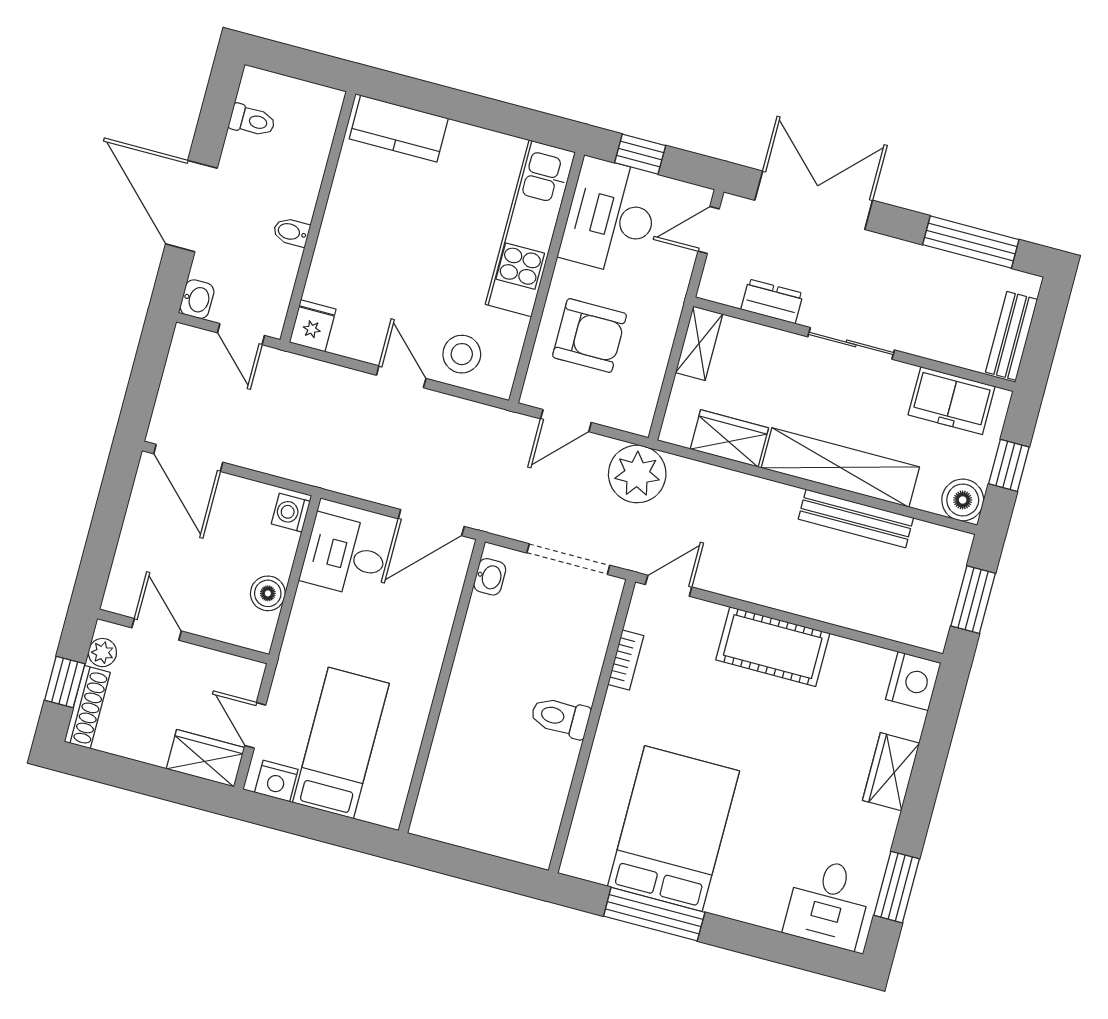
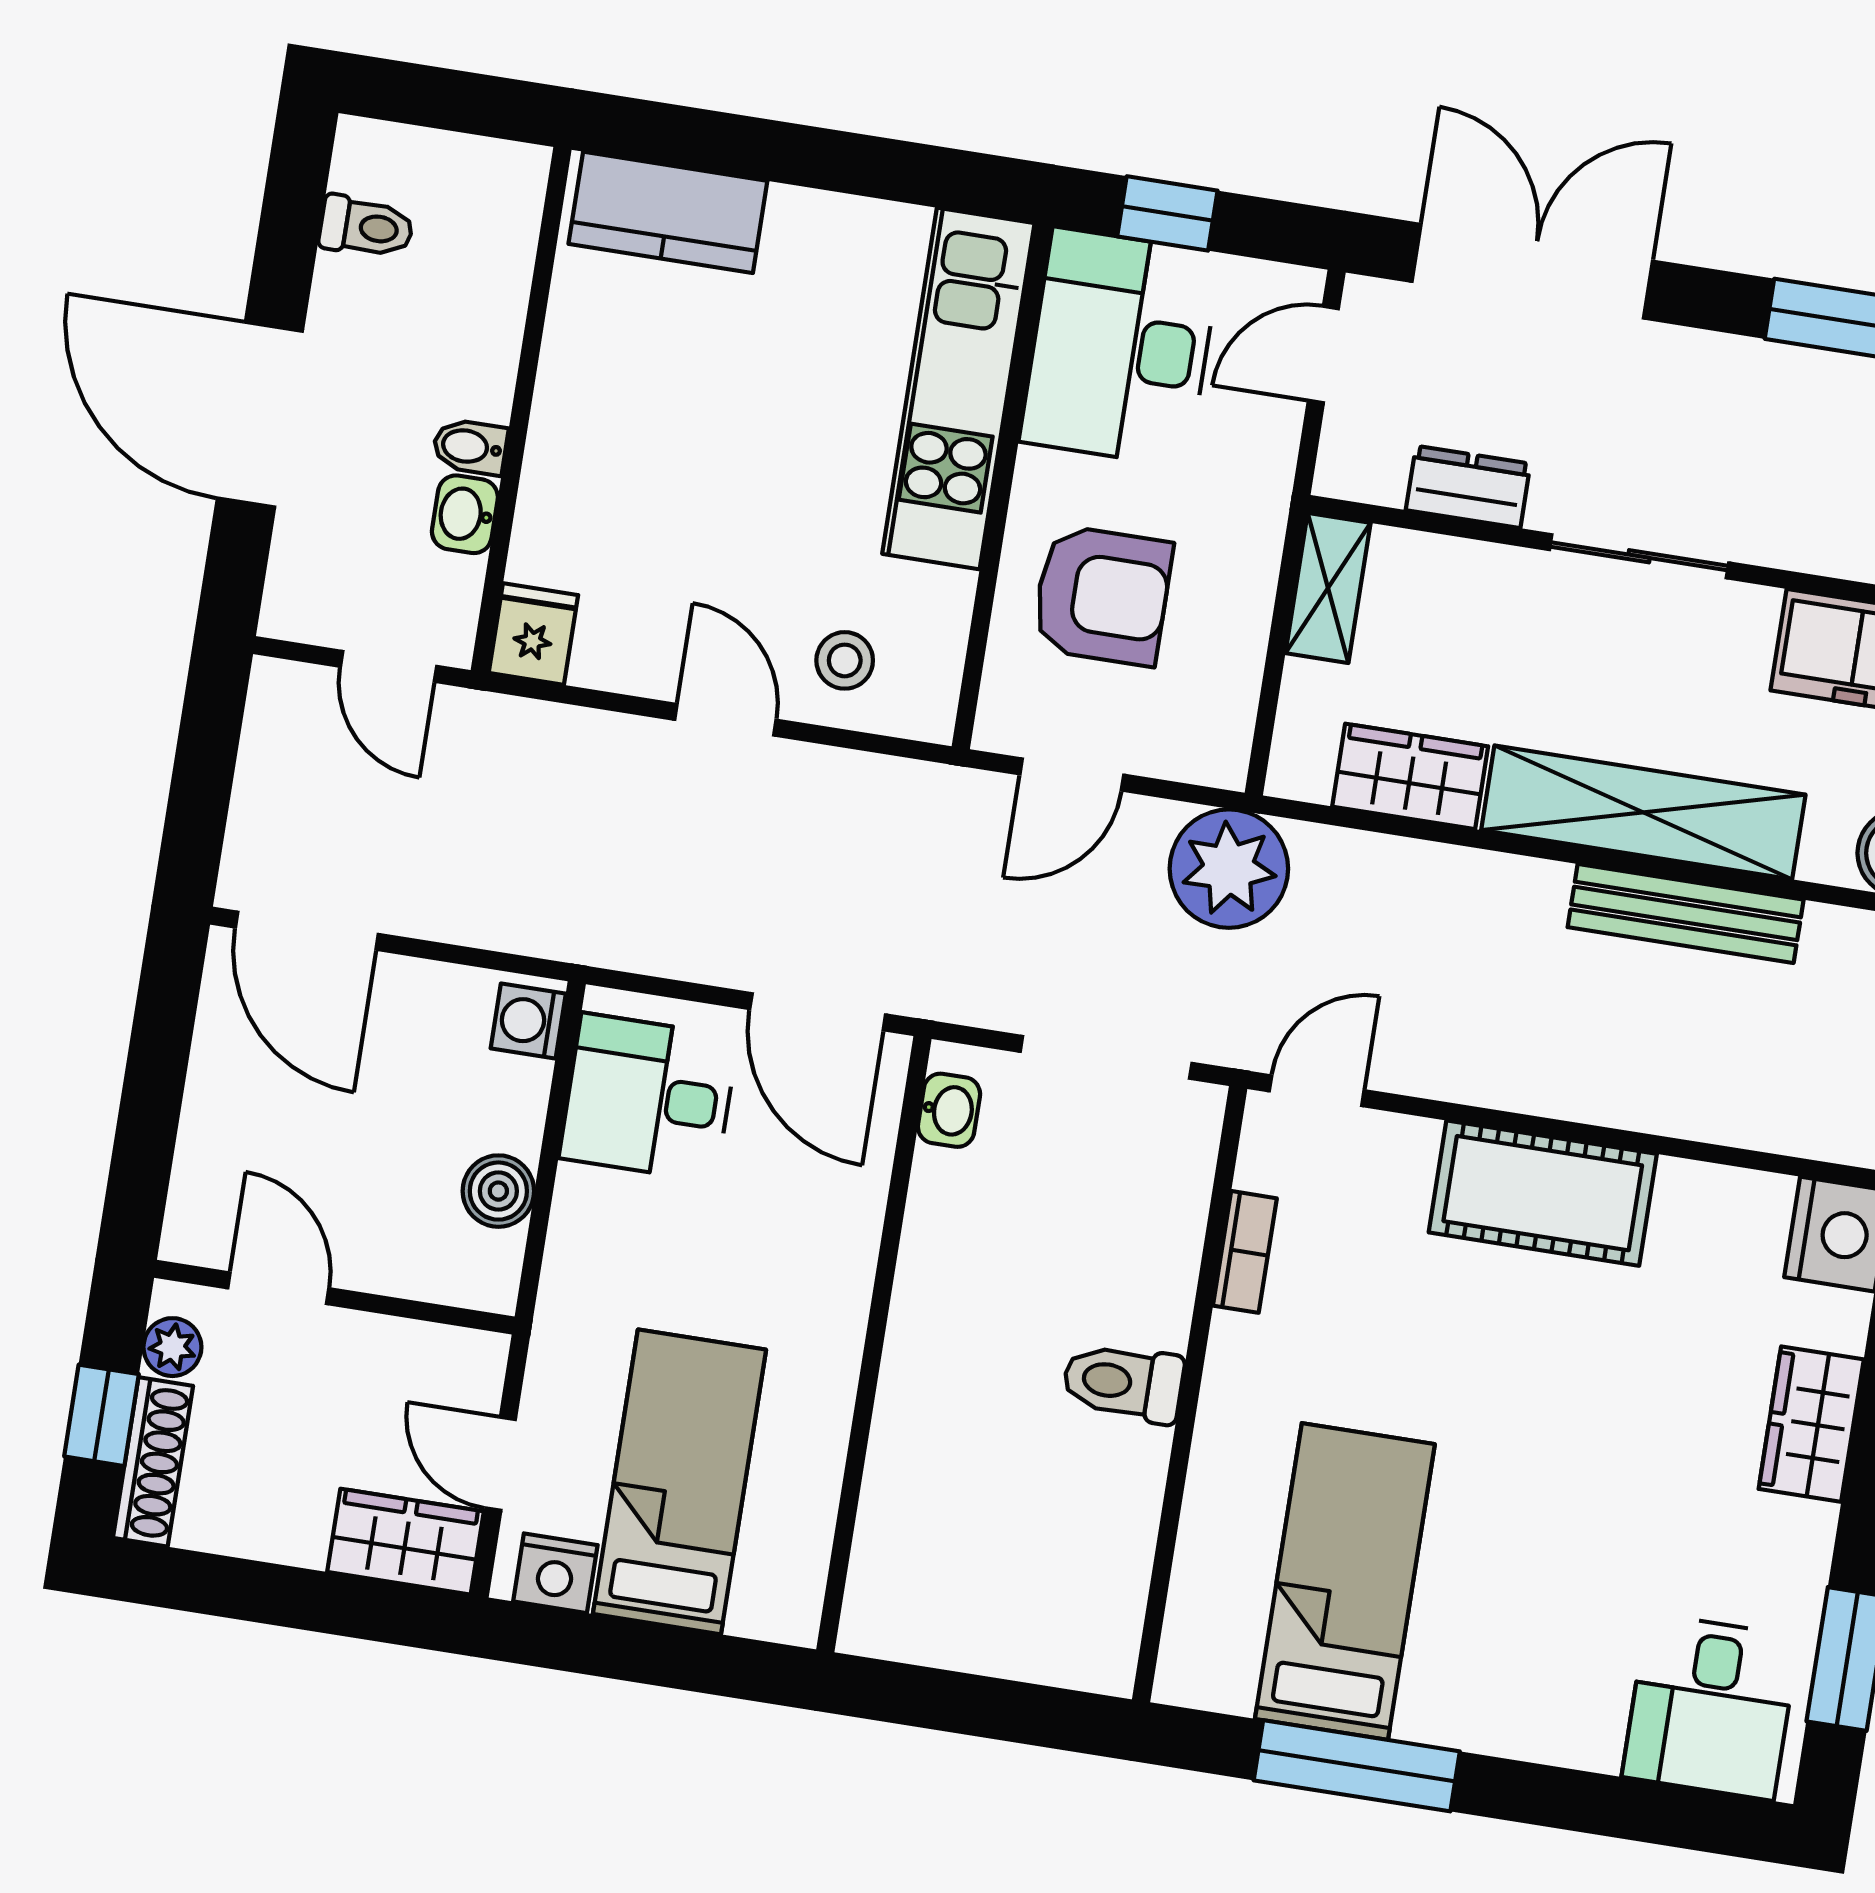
washbasin: (197, 299) -> (465, 514), moved, turned 180
stool: (462, 354) -> (845, 660), width x0.73, depth x0.73
door: (431, 523) -> (818, 1012), hinge flipped
bed: (673, 829) -> (1345, 1582), width x0.67

